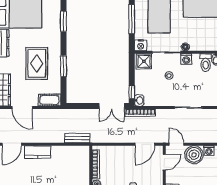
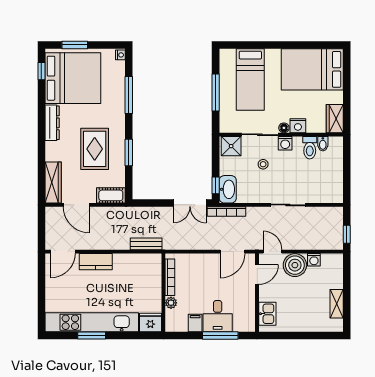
window: (63, 21) -> (129, 95), width x1.44
nightstand: (141, 45) -> (298, 126), moved
washbasin: (139, 100) -> (228, 189), width x1.91, depth x1.45

